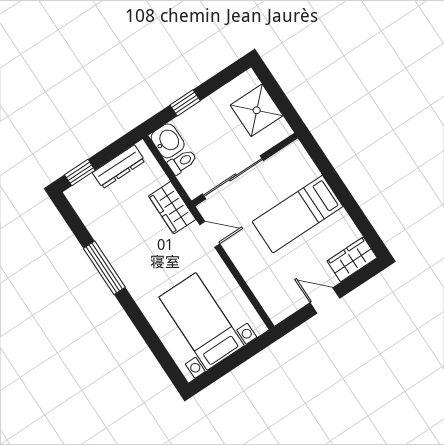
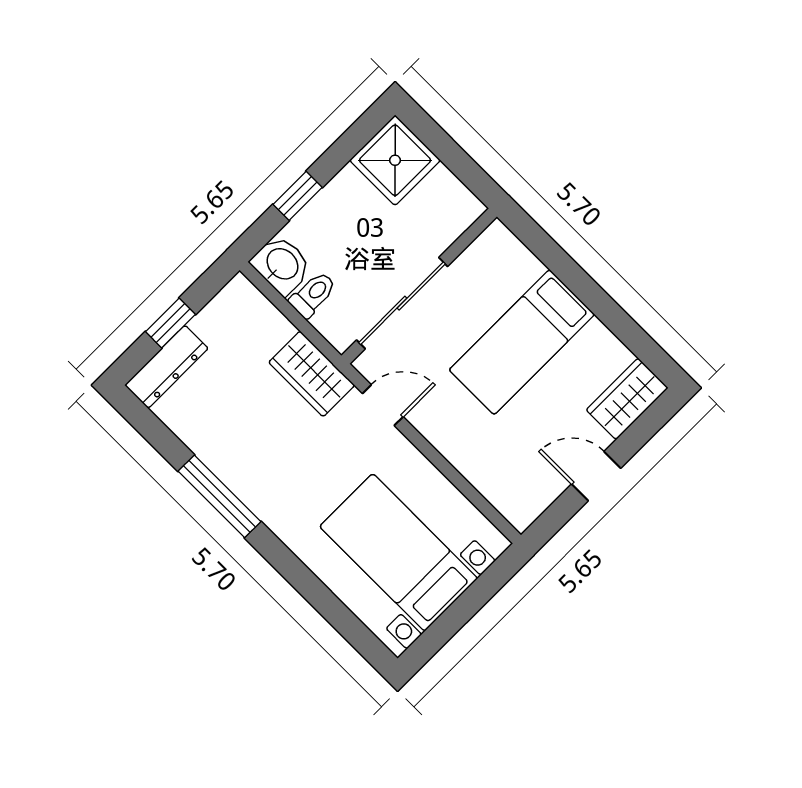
shower: (257, 110) -> (395, 160), moved
dresser: (119, 167) -> (166, 367), moved
window: (80, 173) -> (170, 323), moved

